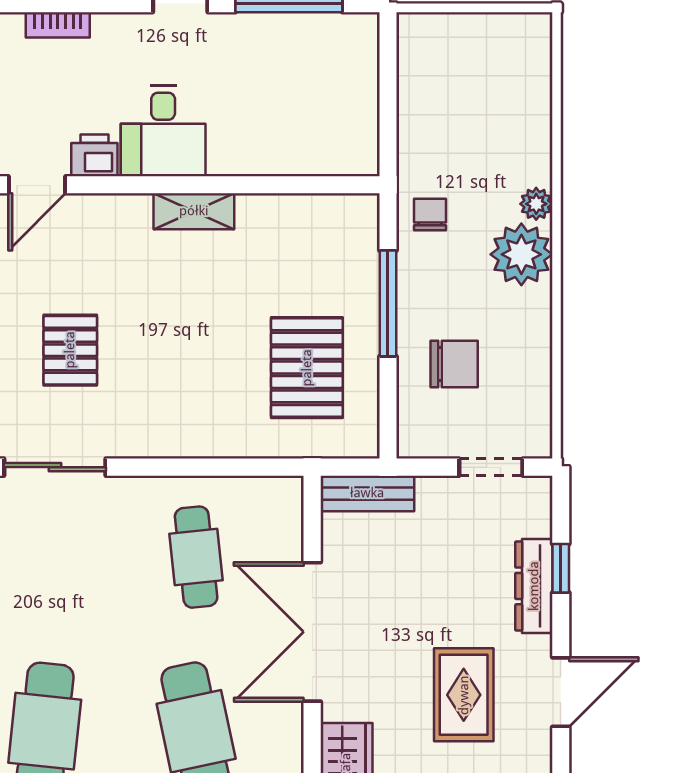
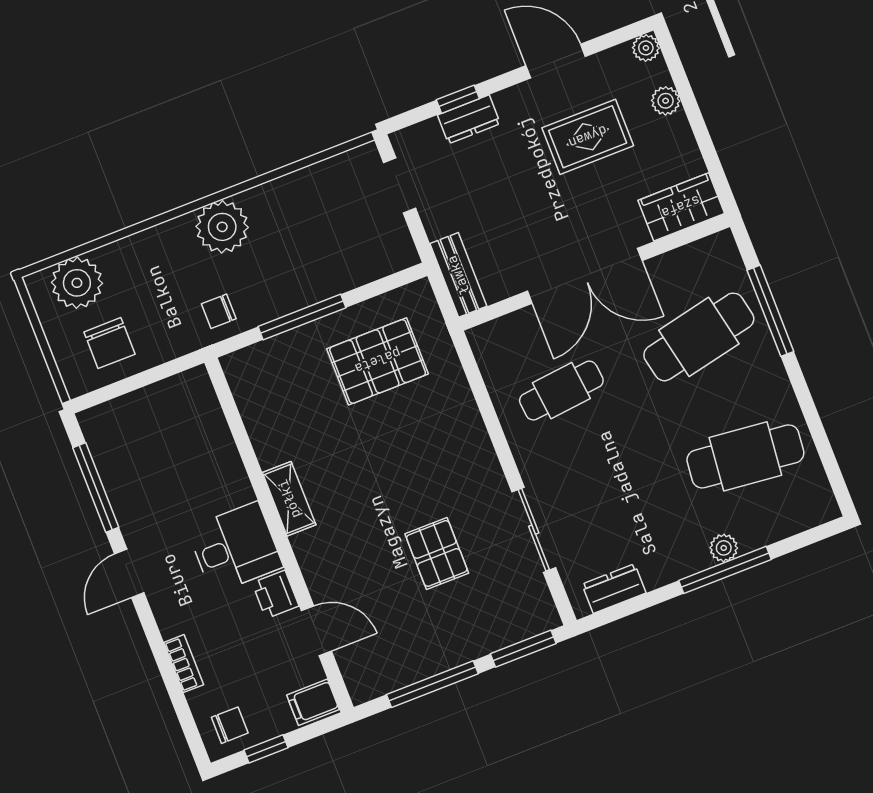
plant: (536, 204) -> (77, 283), moved, width x1.87, depth x1.87
pallet: (70, 350) -> (437, 553), turned 90
chair: (454, 364) -> (109, 343), moved, turned 180
dresser: (534, 586) -> (469, 119), width x0.70

